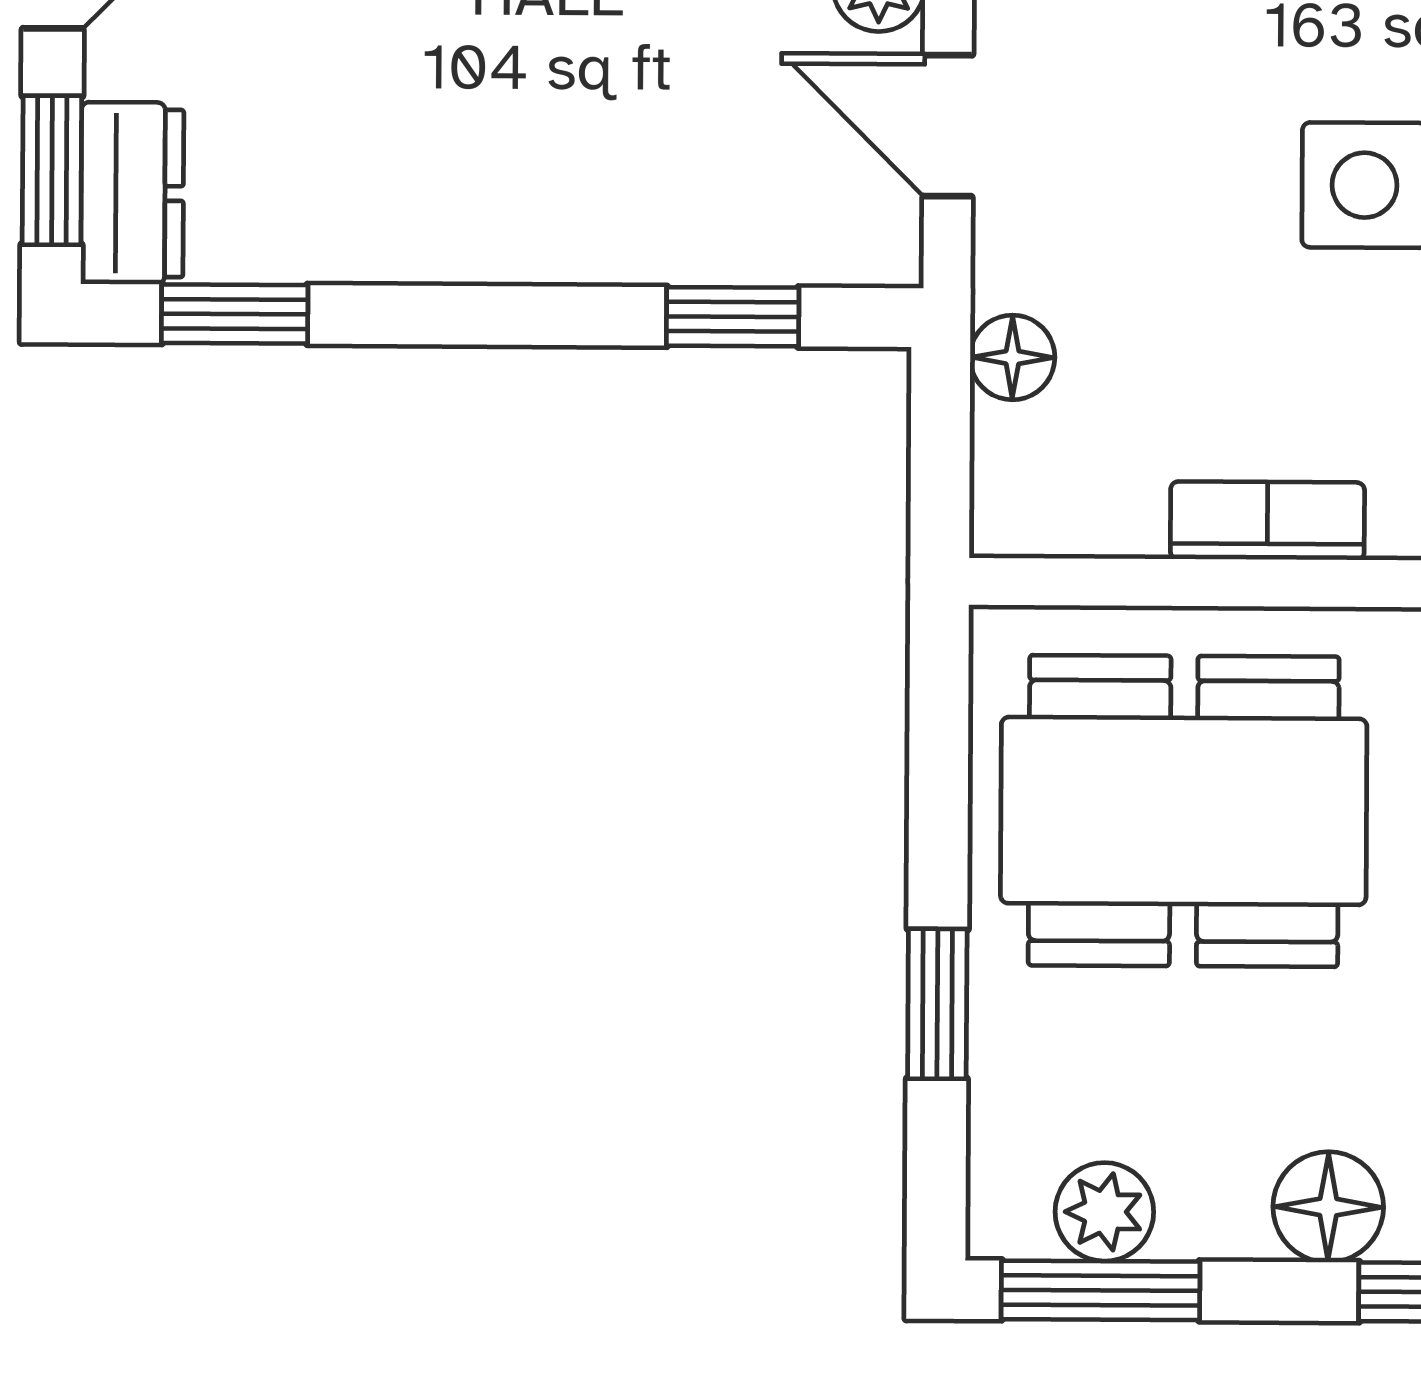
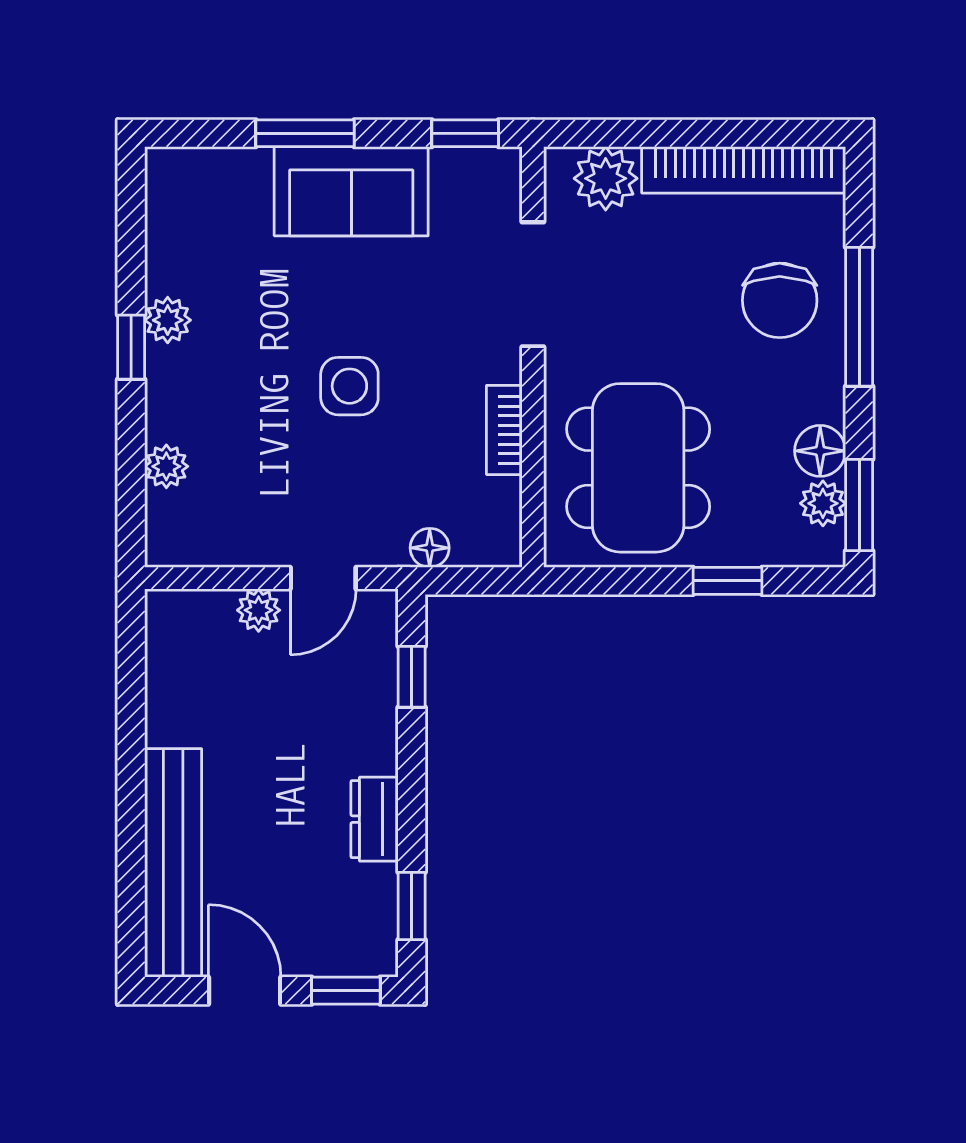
dresser: (132, 193) -> (375, 819), moved, turned -90
floor lamp: (1328, 1207) -> (820, 451), moved

